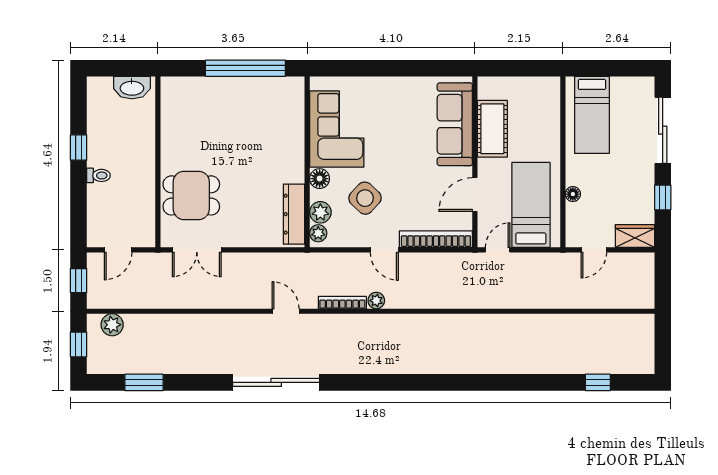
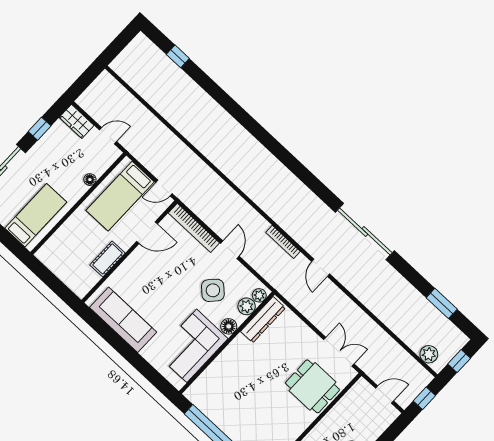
sofa: (455, 124) -> (123, 320), moved, turned -90
cot: (492, 129) -> (108, 259), width x0.73, depth x0.75
plant: (376, 301) -> (262, 225), removed

